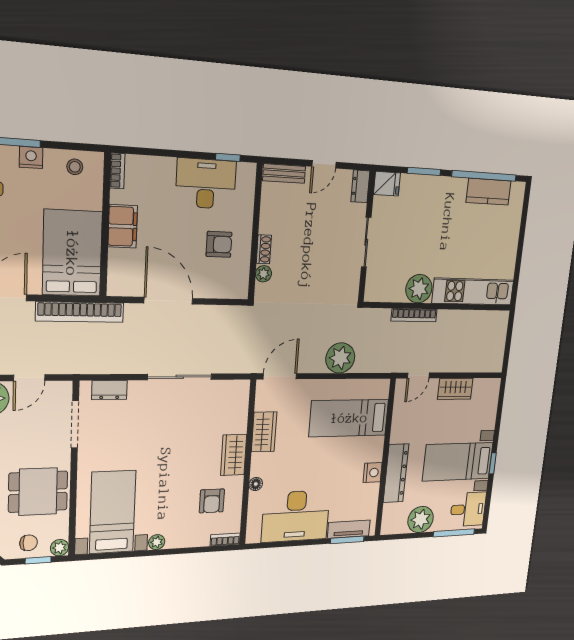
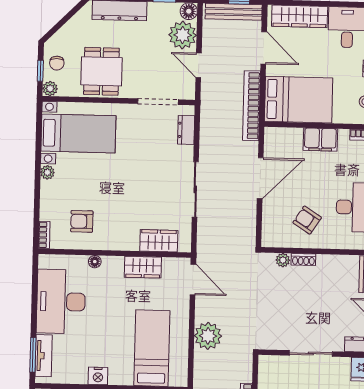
armchair: (219, 244) -> (307, 220), turned 123
wardrobe: (234, 455) -> (159, 241), moved

